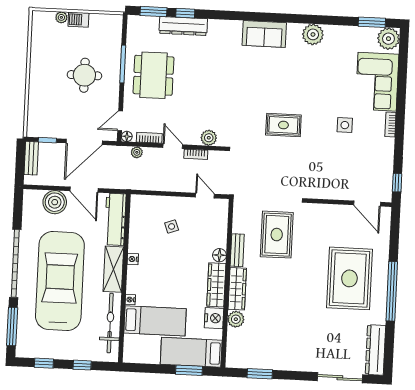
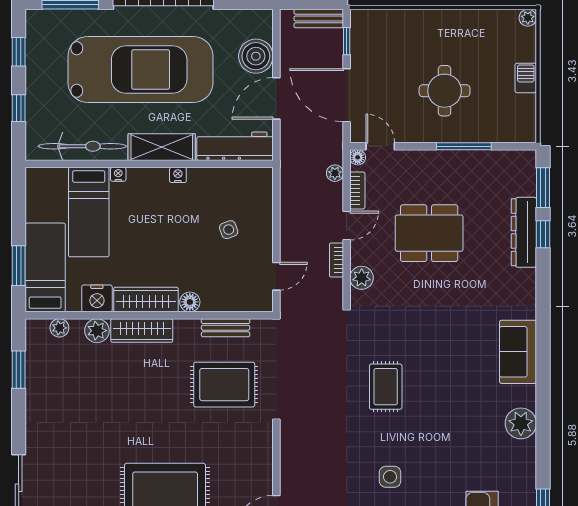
plant: (61, 17) -> (528, 18), moved
dining table: (153, 75) -> (429, 233), moved
bench: (237, 250) -> (226, 328), moved
plant: (233, 345) -> (59, 328), added

